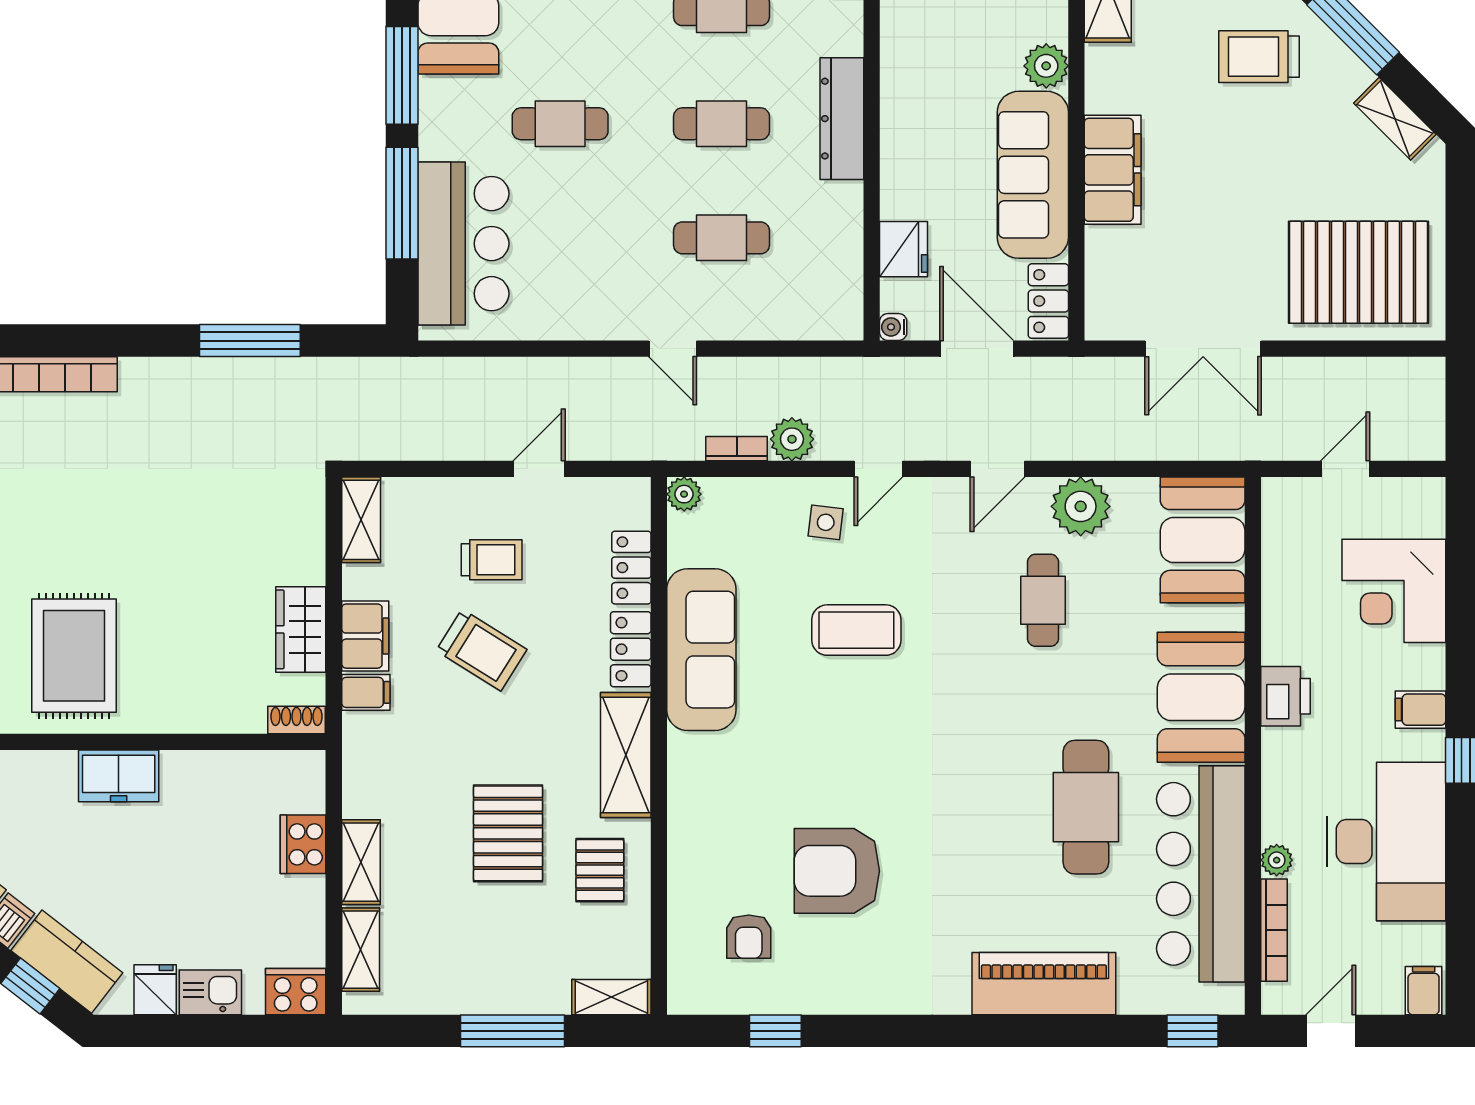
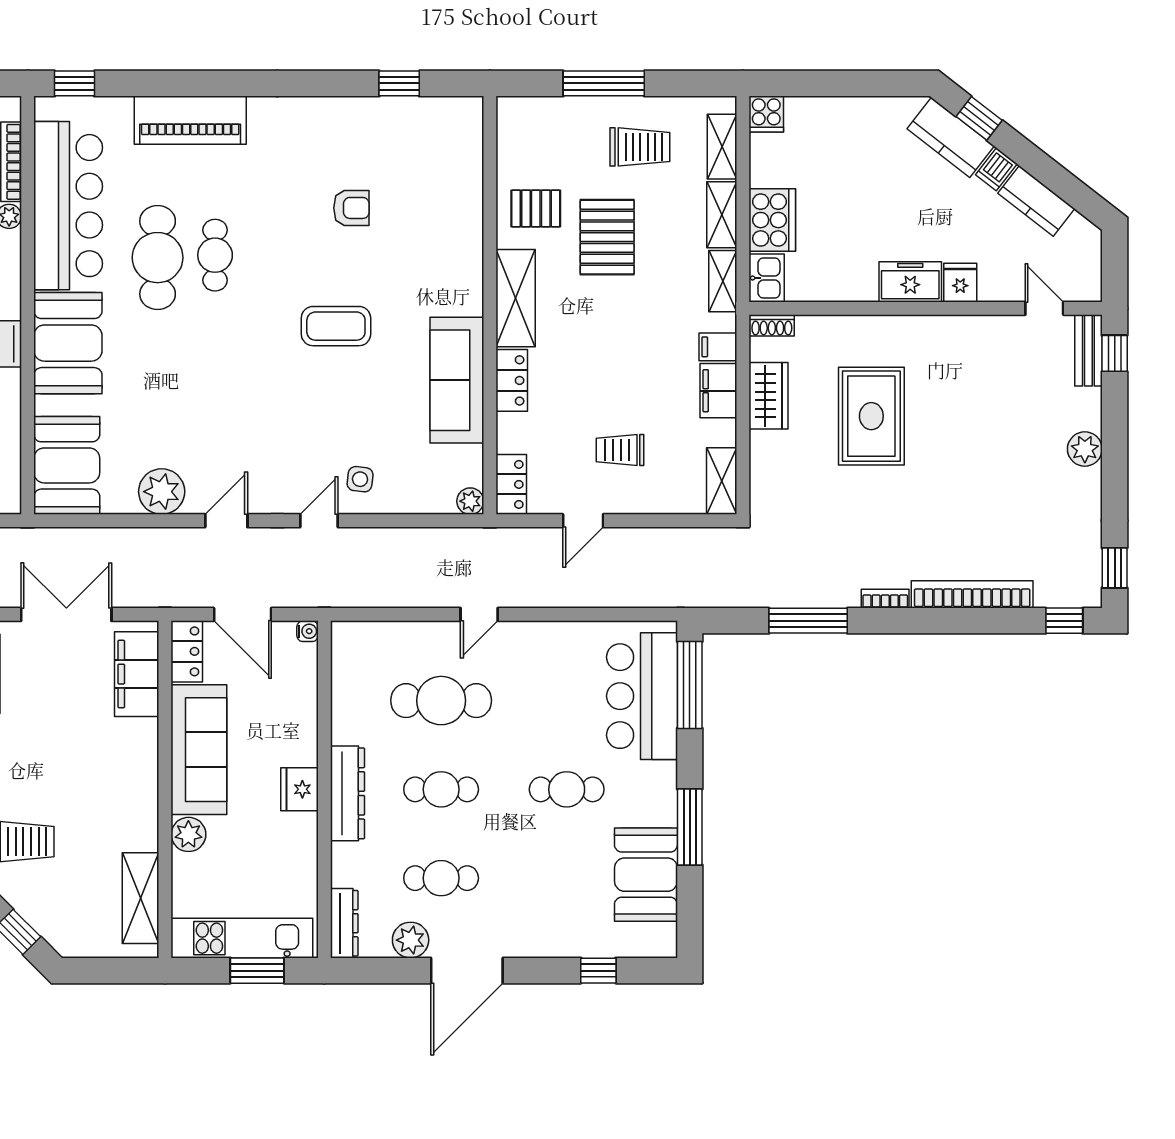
filing cabinet: (1113, 170) -> (137, 674), moved
window: (402, 203) -> (690, 685), moved
cafe table: (721, 238) -> (441, 701), width x1.37, depth x1.35
fridge: (903, 249) -> (299, 789), moved
door: (673, 349) -> (479, 614), swing flipped
plant: (792, 439) -> (386, 544), removed
bookcase: (737, 449) -> (885, 599), moved, turned 180
locker: (631, 568) -> (511, 484), moved
cafe table: (1043, 600) -> (215, 255), moved
coffee table: (856, 630) -> (336, 326), moved
trolley: (481, 650) -> (640, 147), moved, turned 148
rug: (74, 656) -> (871, 416), moved
cooker: (303, 844) -> (772, 220), width x1.37, depth x1.31
pallet: (600, 870) -> (536, 209), turned 90
armchair: (837, 871) -> (351, 208), width x0.53, depth x0.53
armchair: (749, 937) -> (420, 157), removed
fridge: (155, 990) -> (960, 283), moved, turned 180
kitchen sink: (210, 992) -> (767, 278), moved, turned -90
cooker: (296, 992) -> (766, 114), width x0.73
shelving: (611, 997) -> (723, 281), moved, turned 90

